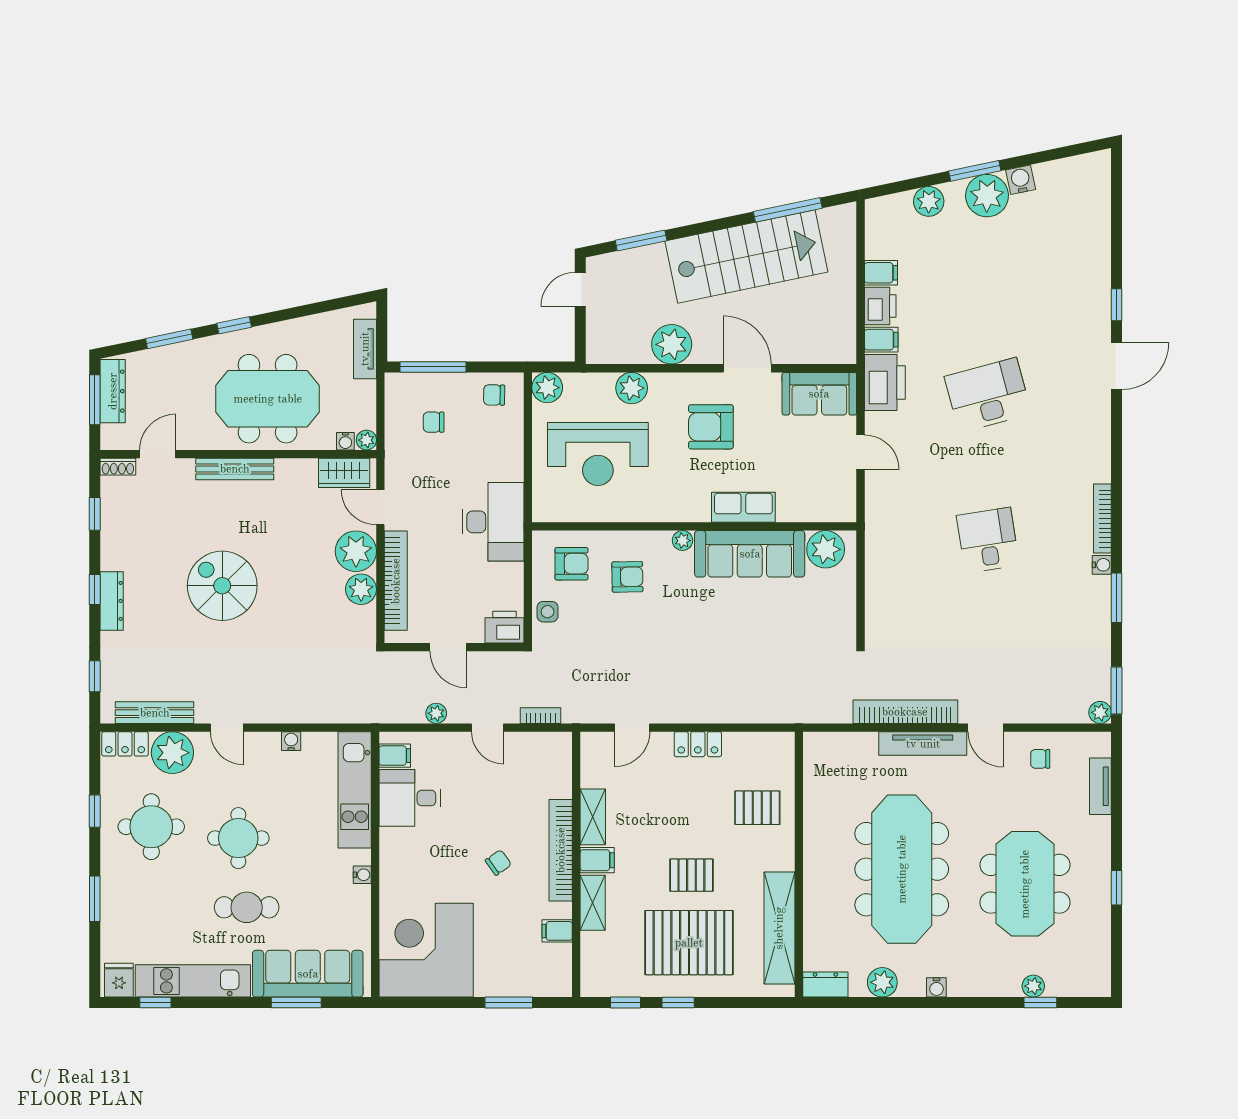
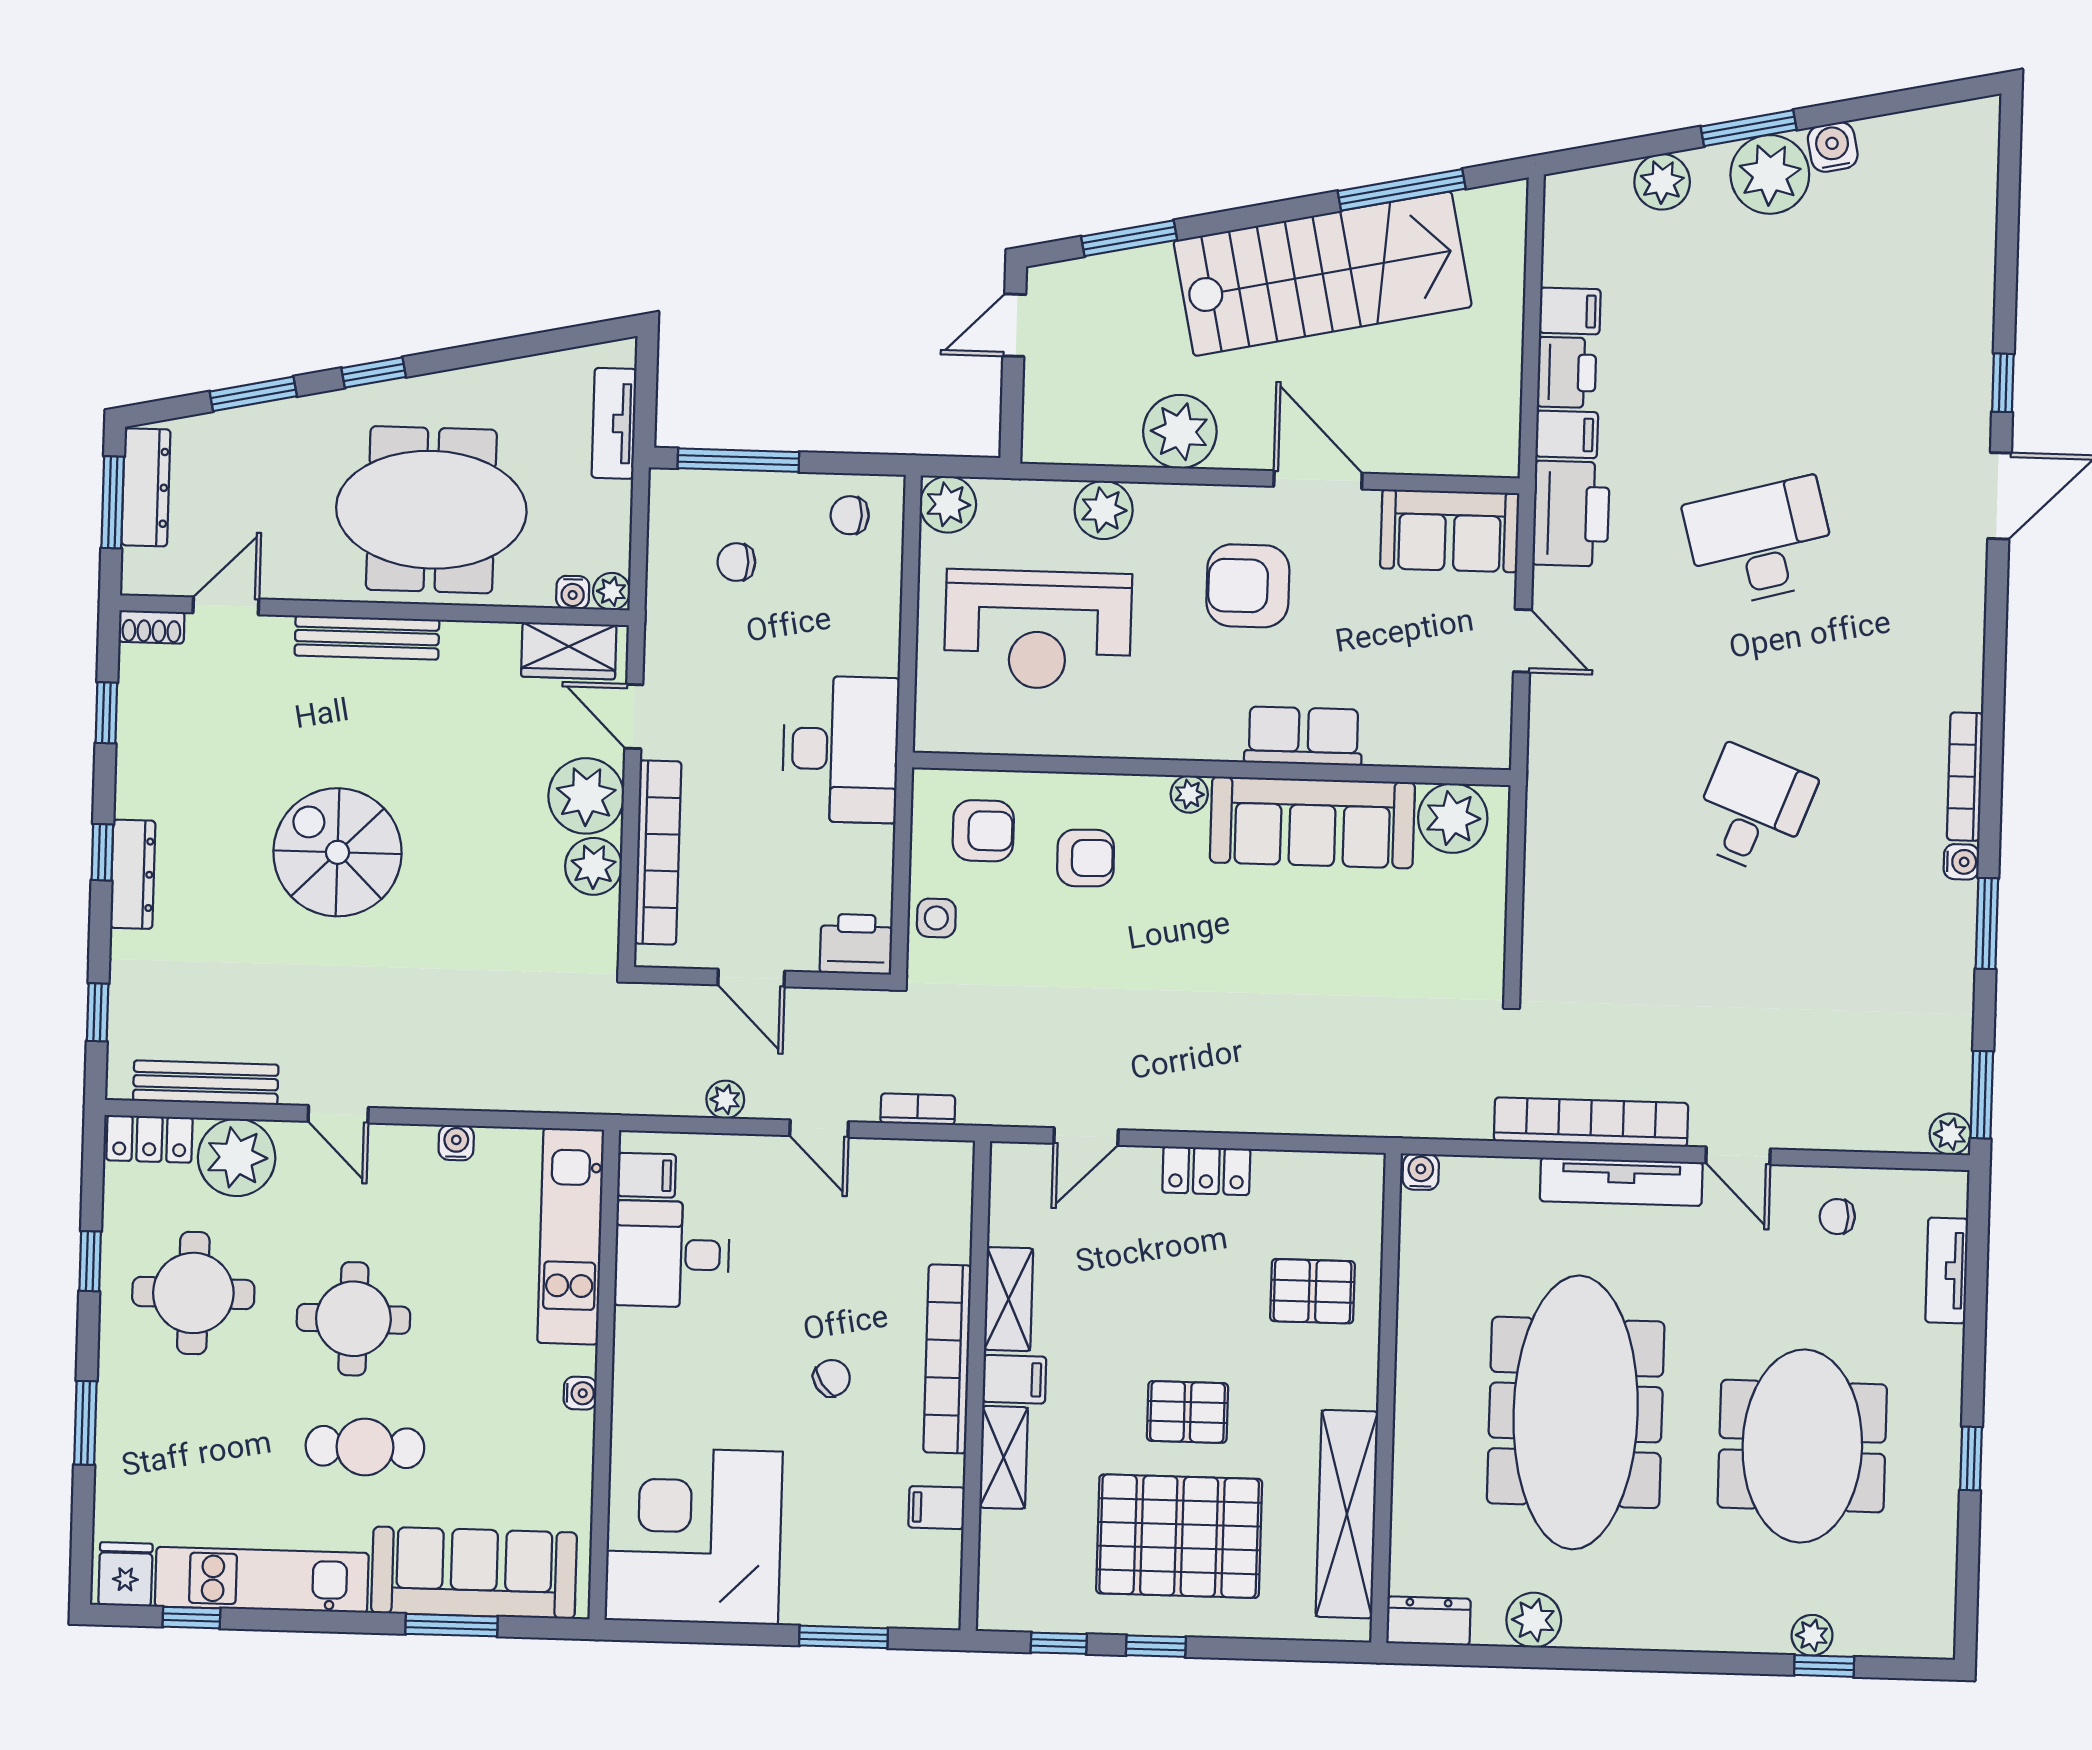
desk: (988, 540) -> (1753, 810), turned 30
water cooler: (936, 987) -> (1421, 1172), moved, turned 180

